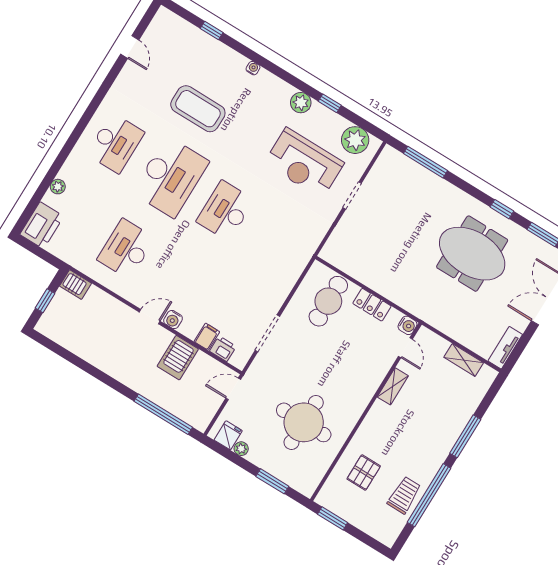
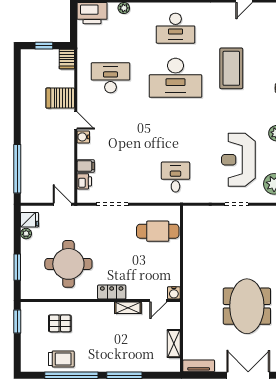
desk: (225, 211) -> (175, 177), moved, width x0.73
locker: (372, 305) -> (112, 292), moved, turned 90
server rack: (178, 358) -> (60, 98), moved

